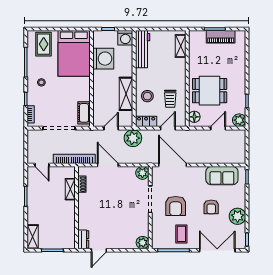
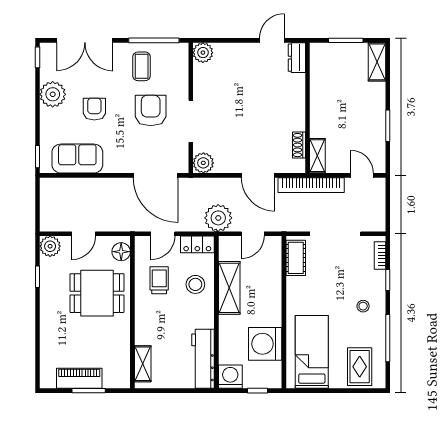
bed: (74, 53) -> (312, 352), width x0.67
shelving: (70, 189) -> (317, 156), moved

